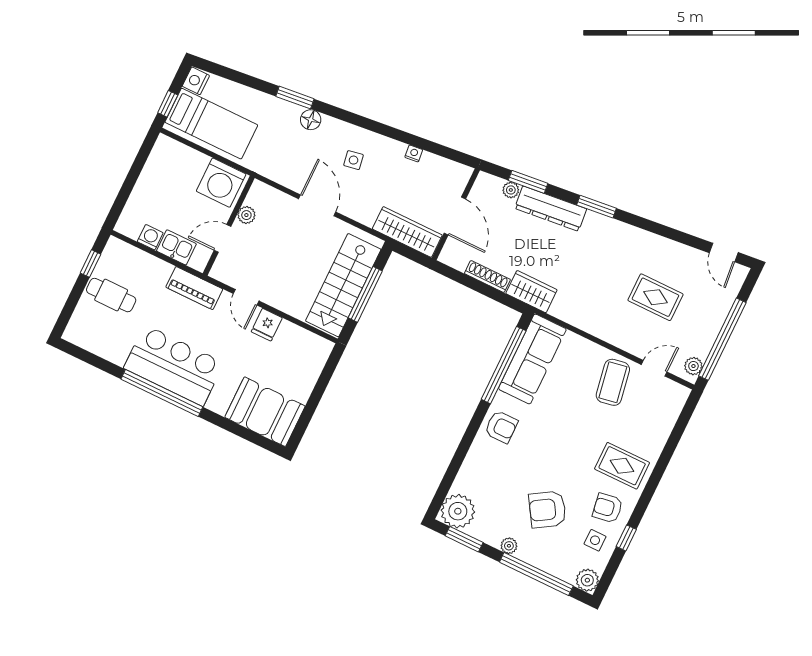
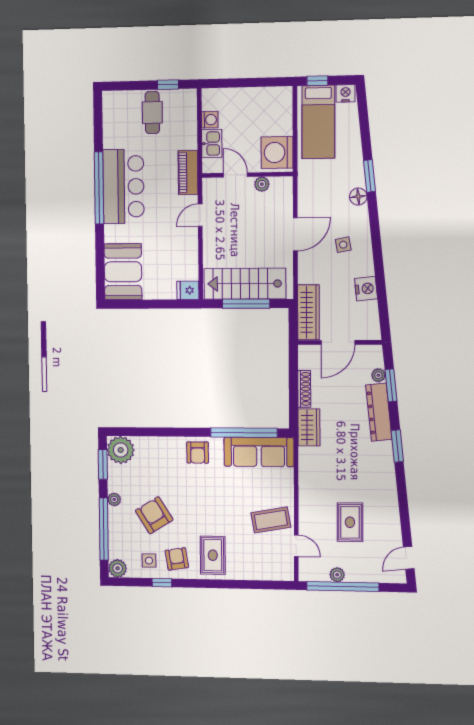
nightstand: (414, 153) -> (366, 289), width x1.89, depth x1.79
fridge: (267, 325) -> (188, 290), moved
plant: (693, 366) -> (337, 575), moved

